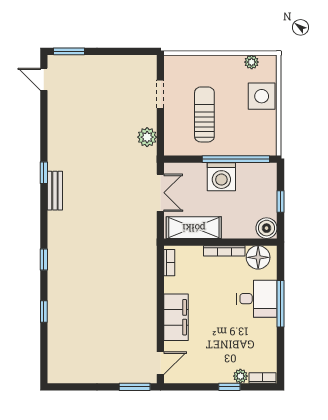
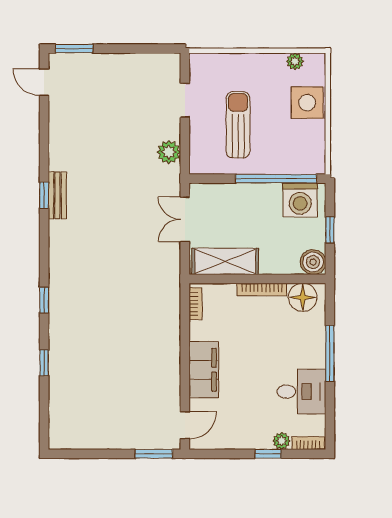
washing machine: (221, 177) -> (300, 200), moved
bench: (55, 191) -> (57, 195), moved
double door: (160, 193) -> (185, 219), swing flipped
desk: (257, 299) -> (301, 392), moved

